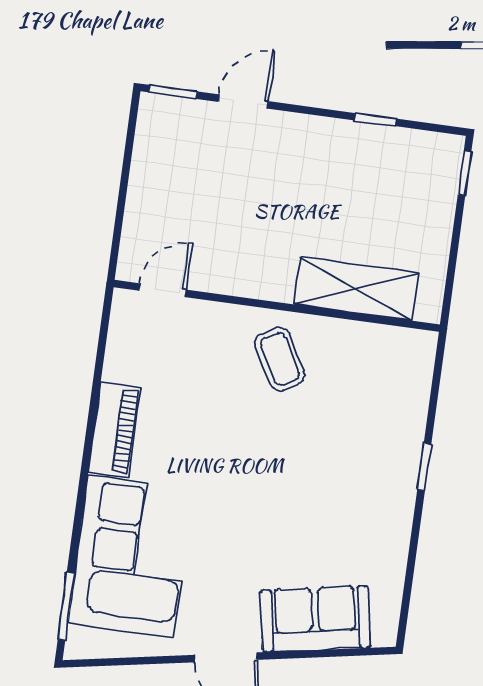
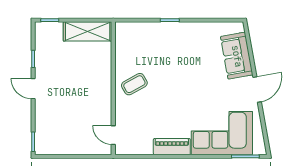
door: (243, 101) -> (33, 89), moved
shelving: (356, 289) -> (88, 31), moved, turned 90

